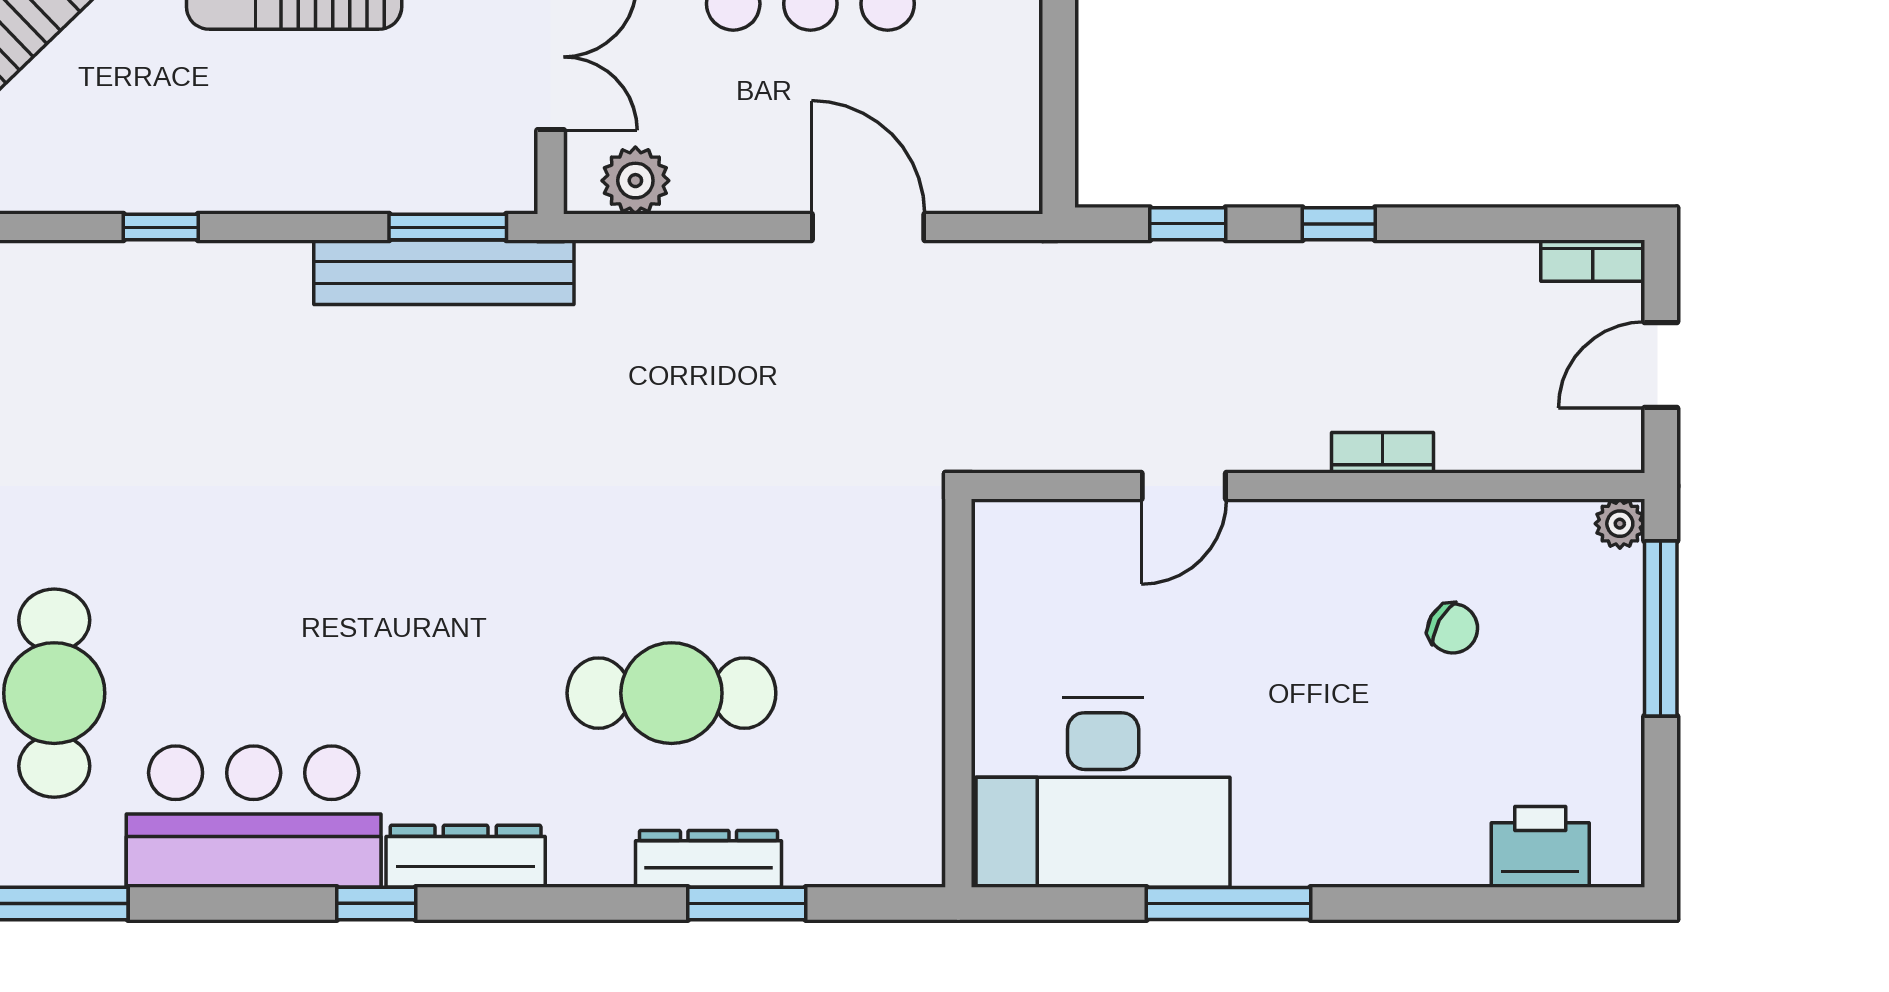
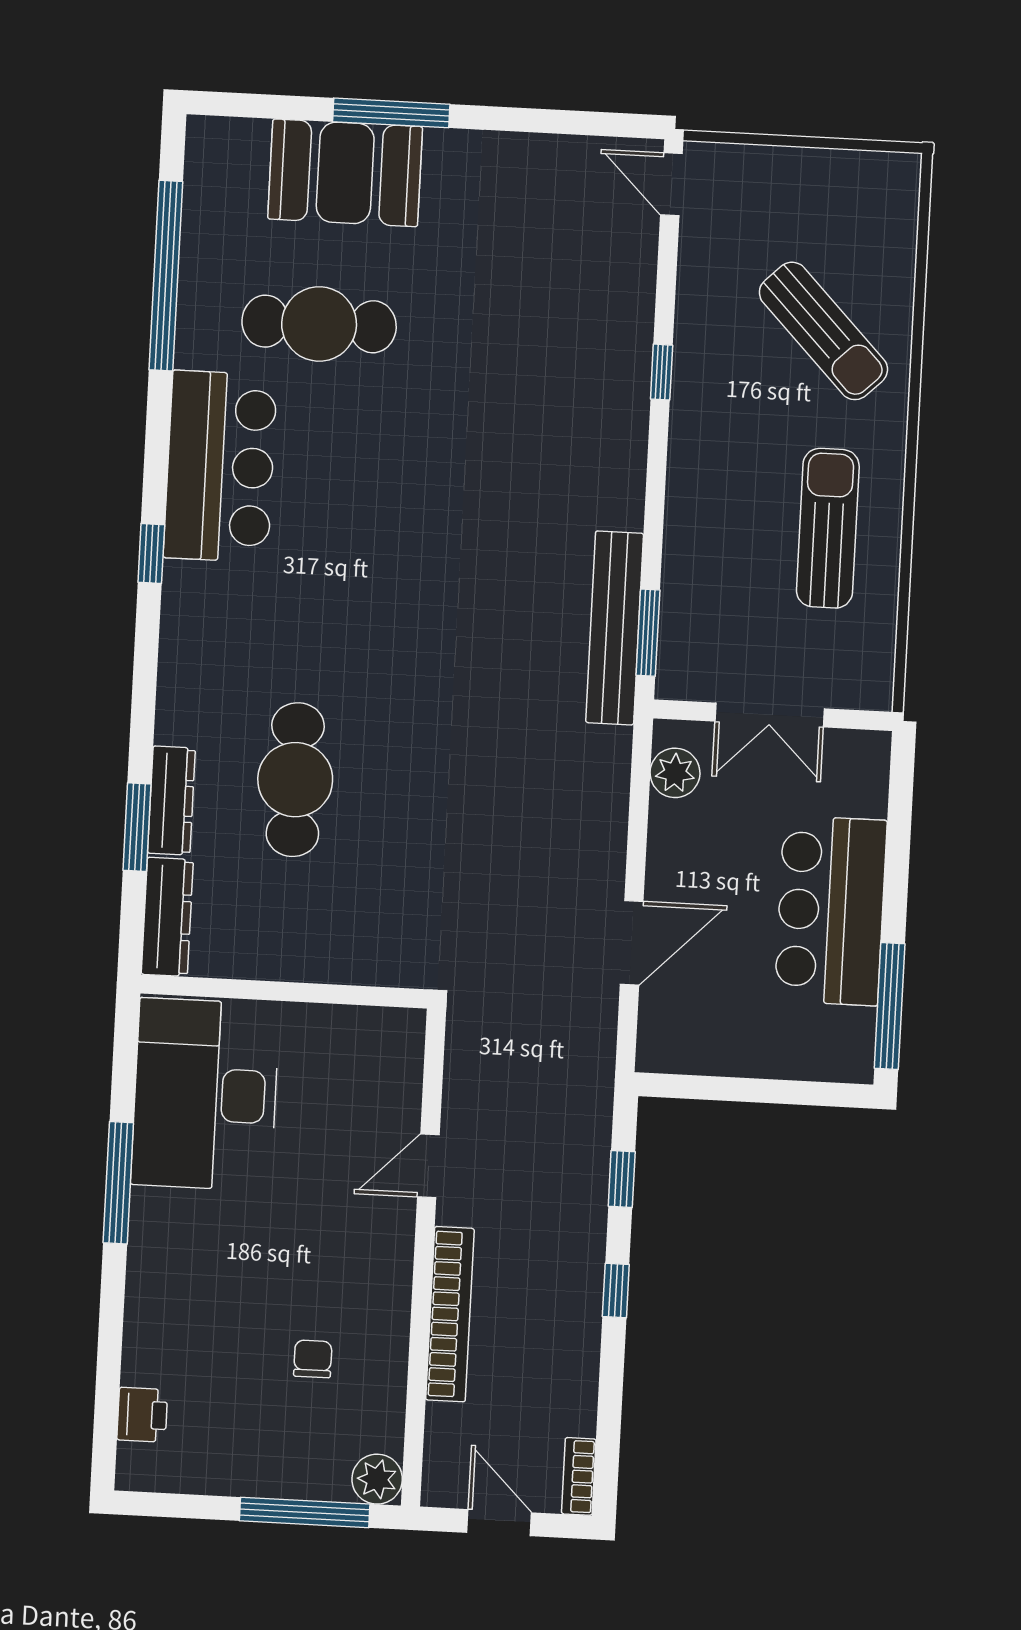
window: (161, 227) -> (662, 372), moved
bookcase: (1383, 453) -> (450, 1314), width x2.31, depth x1.31
door: (1184, 486) -> (428, 1166), hinge flipped
plant: (1620, 524) -> (377, 1479), width x1.38, depth x1.38
chair: (1453, 628) -> (313, 1359), turned 151
printer: (1540, 847) -> (142, 1415), width x0.73, depth x0.81
dresser: (466, 856) -> (167, 917), moved

